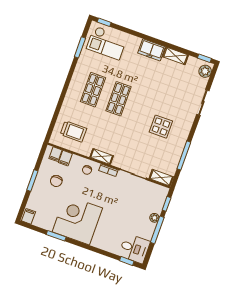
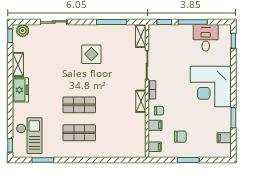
trolley: (73, 131) -> (126, 137), removed
filing cabinet: (65, 158) -> (155, 125), moved
filing cabinet: (29, 216) -> (224, 138), moved
plant: (154, 218) -> (182, 29), removed
corner desk: (77, 220) -> (211, 86), moved
desk: (134, 248) -> (206, 38), moved

